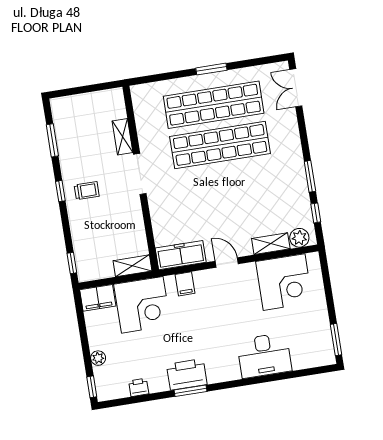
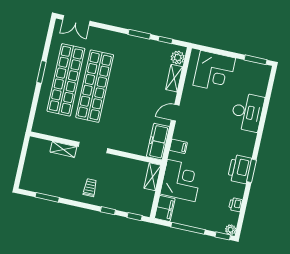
window: (60, 191) -> (108, 211), moved
corner desk: (284, 282) -> (214, 72), moved, turned 90
window: (84, 338) -> (188, 228), added
plant: (98, 358) -> (231, 230), moved

